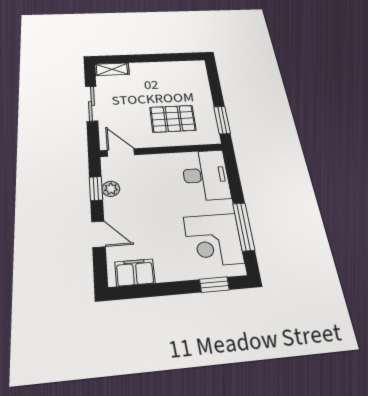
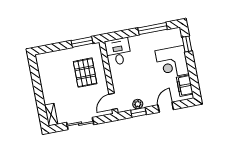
desk: (206, 175) -> (118, 52), width x0.73
corner desk: (213, 240) -> (172, 62), moved, turned 90

